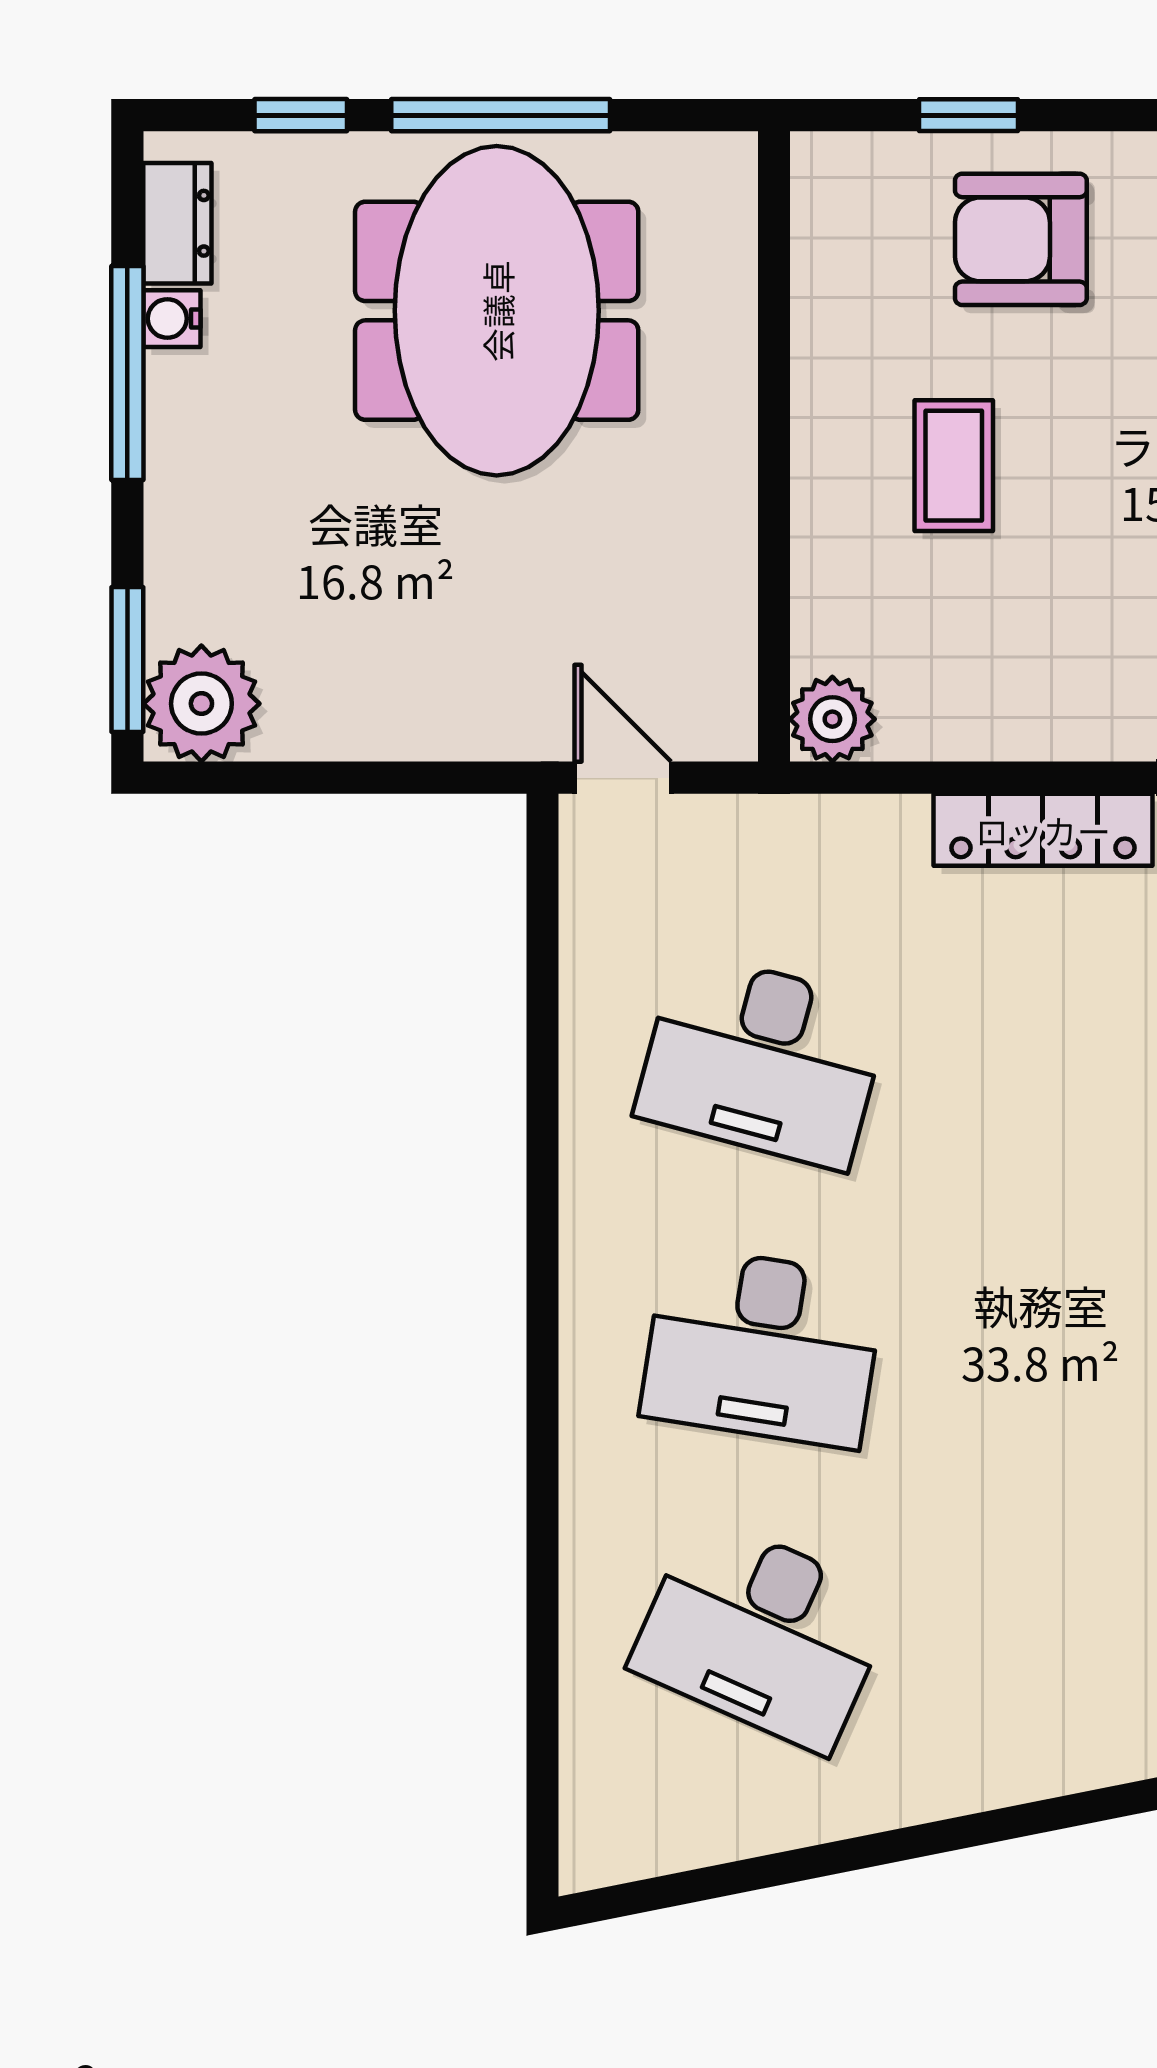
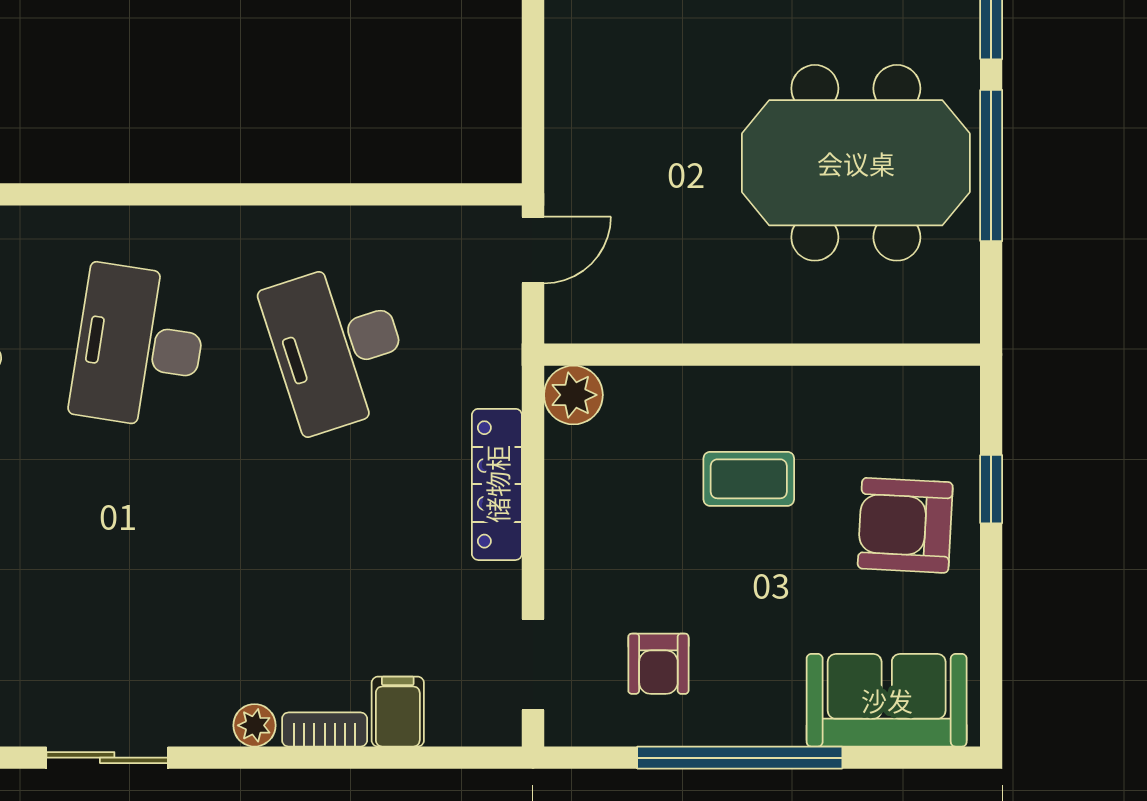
armchair: (1021, 239) -> (905, 525), turned -87
locker: (1043, 830) -> (497, 484), moved
desk: (762, 1060) -> (338, 347), turned -33

